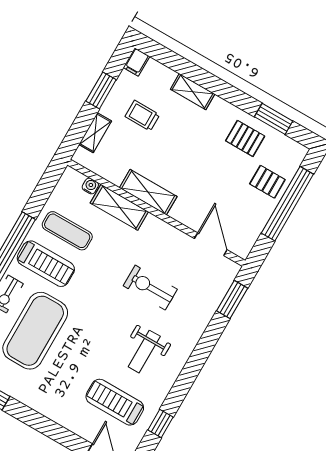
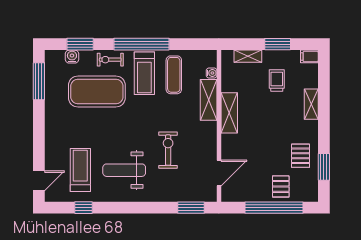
weight bench: (144, 352) -> (124, 170), width x1.36, depth x1.33

